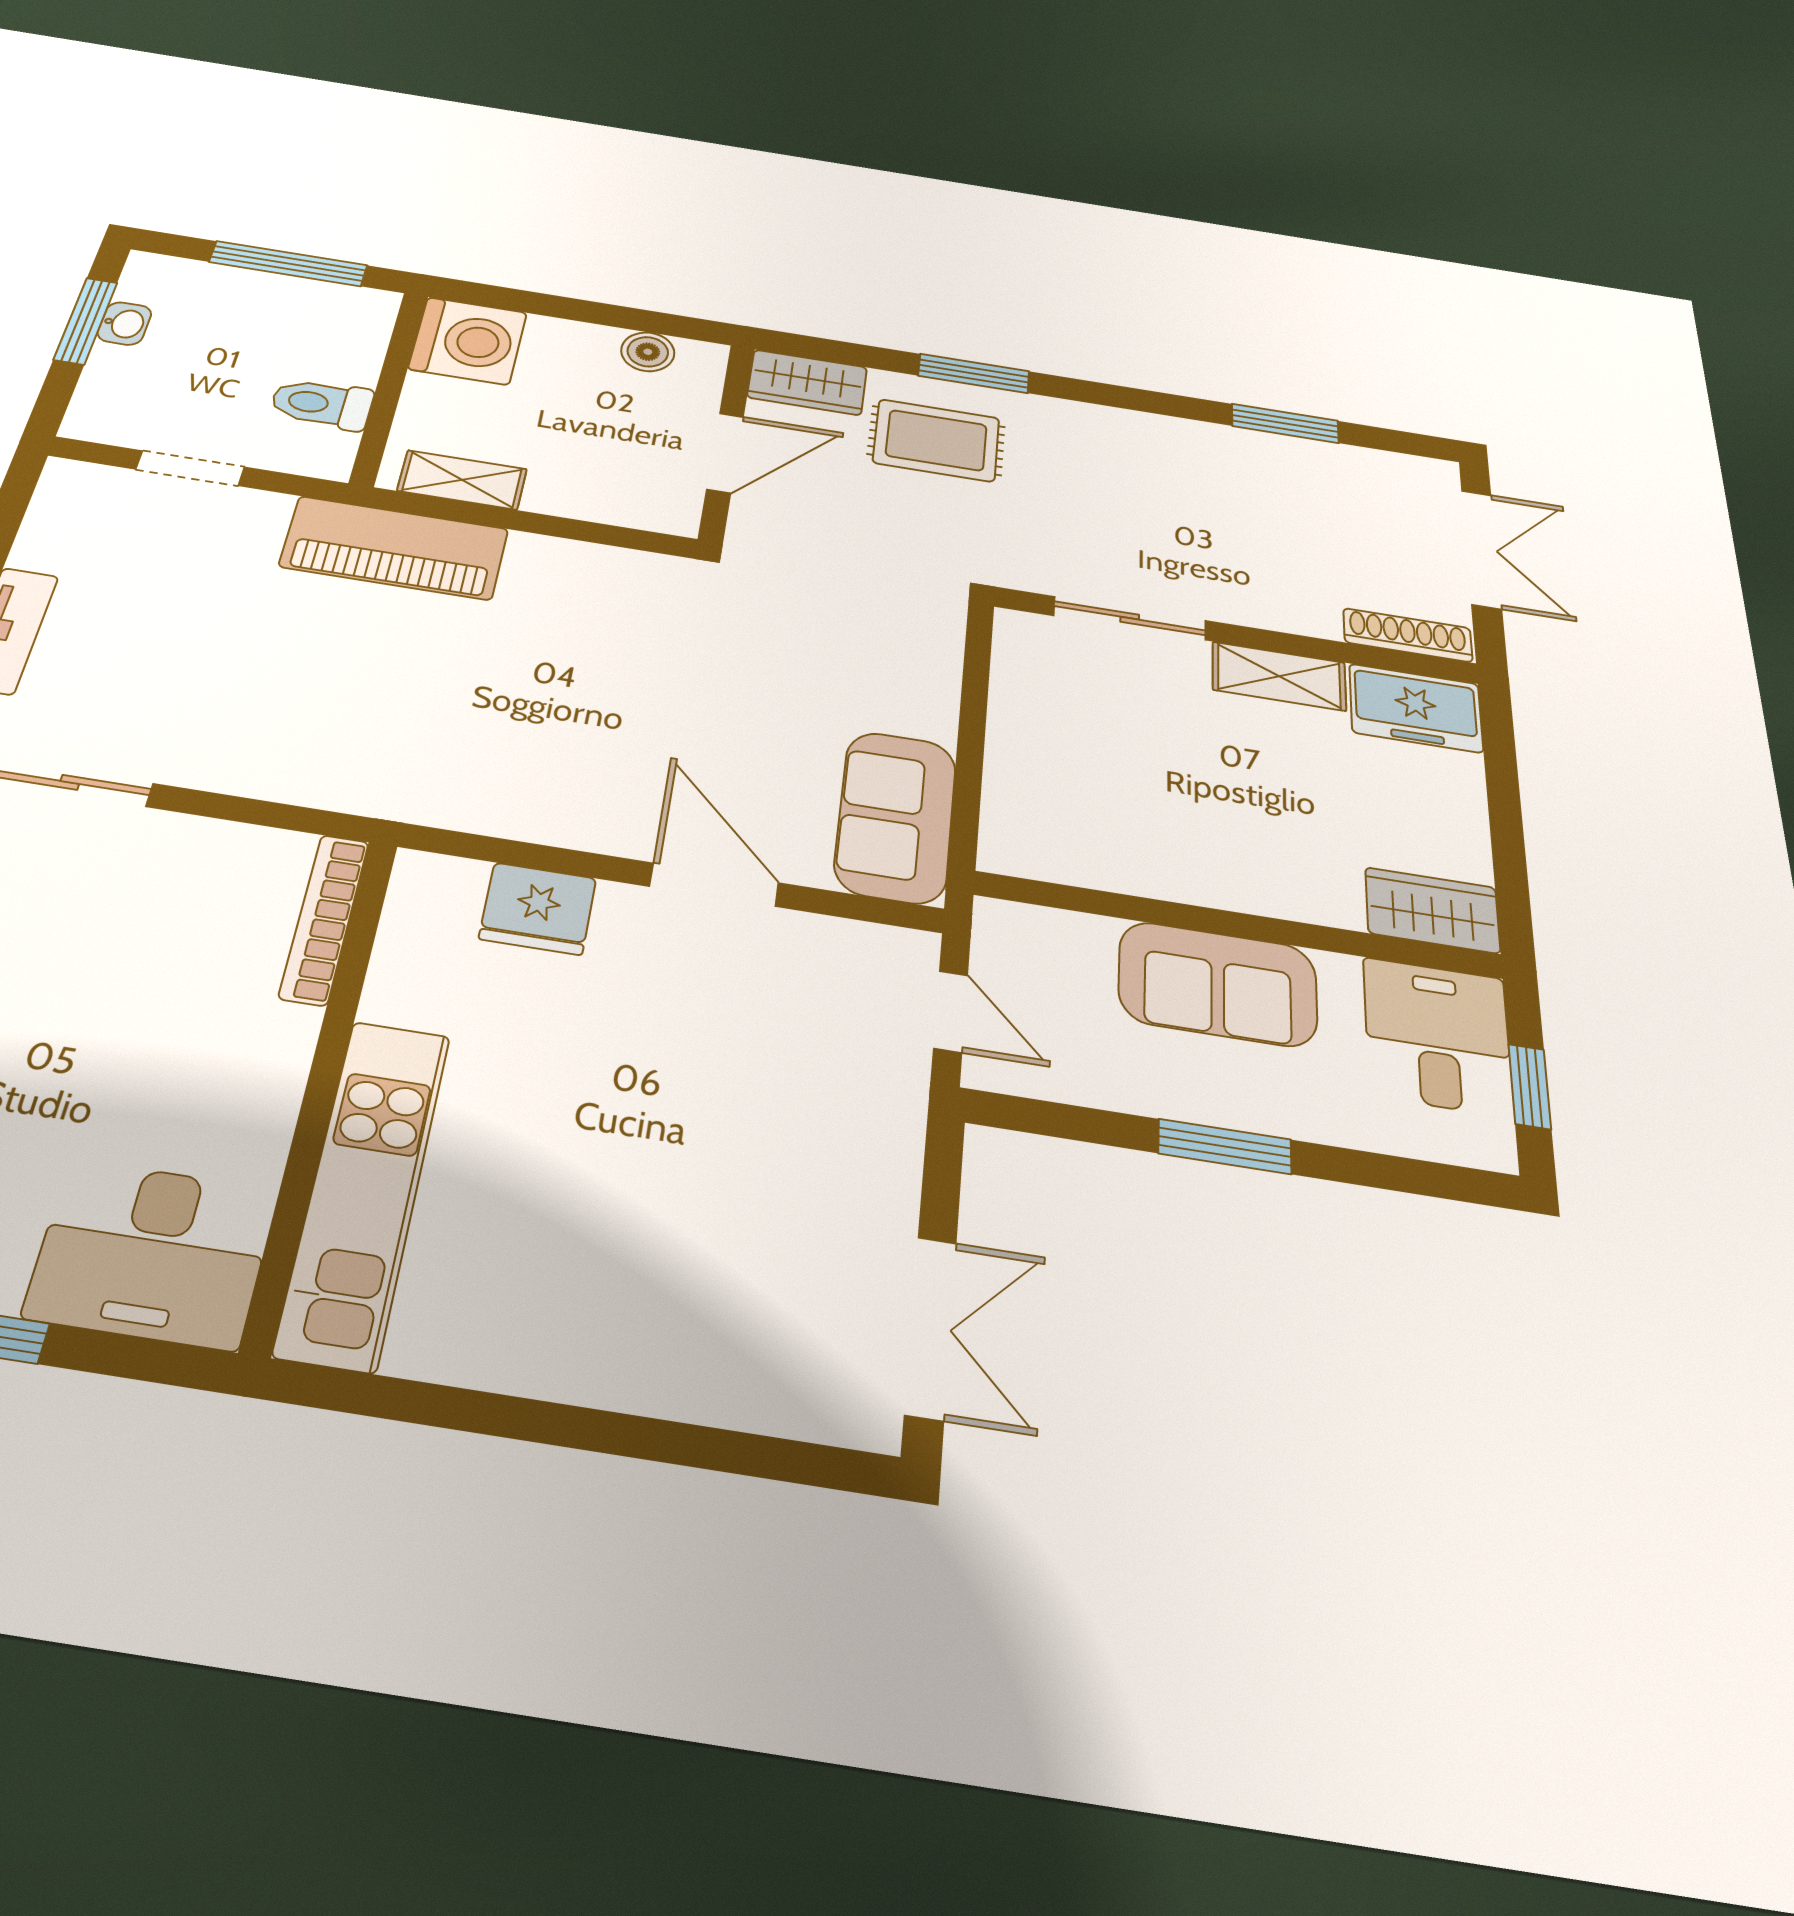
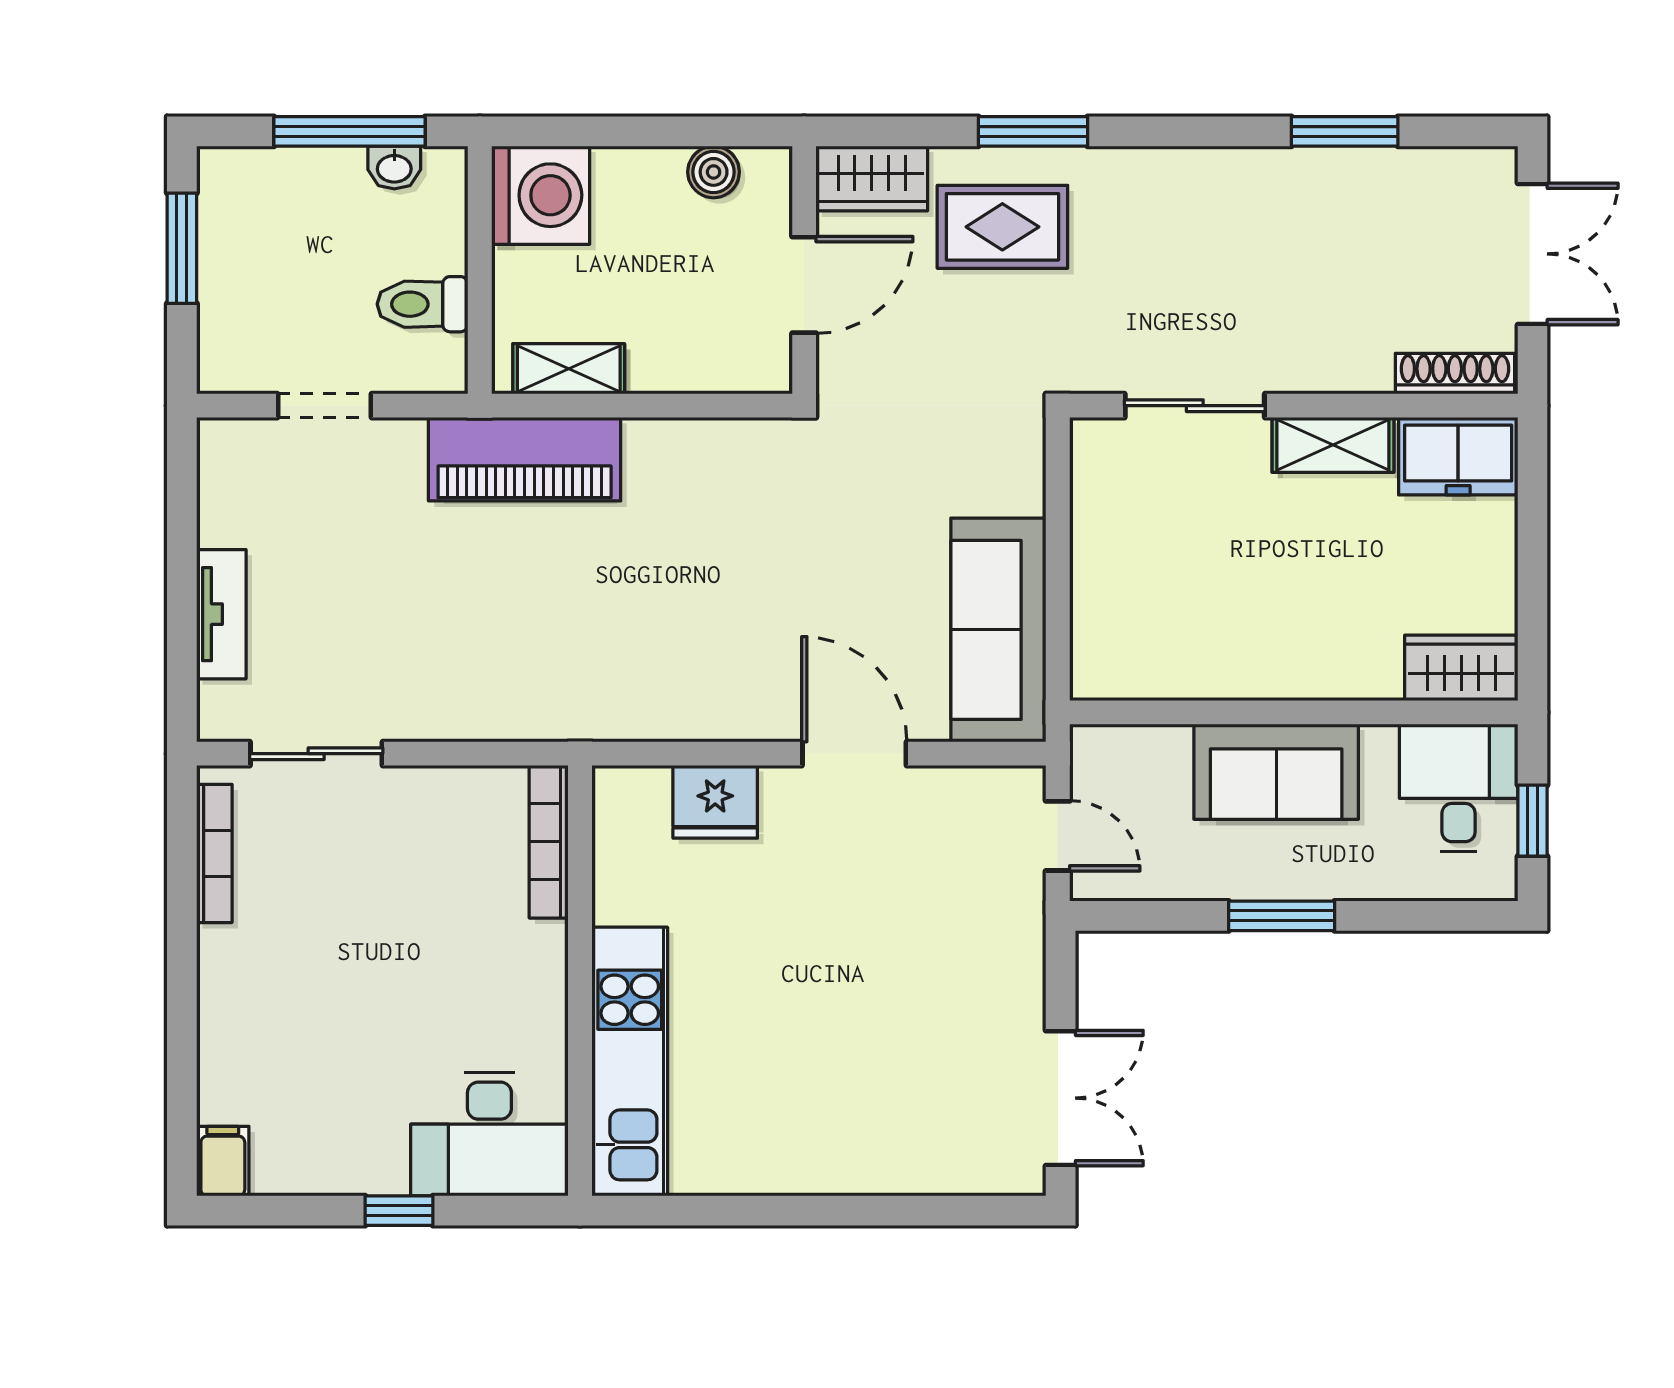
washbasin: (124, 324) -> (394, 168), moved, turned 90
sofa: (896, 817) -> (998, 630), width x1.36

